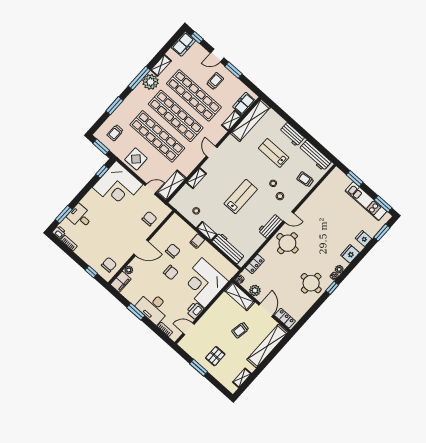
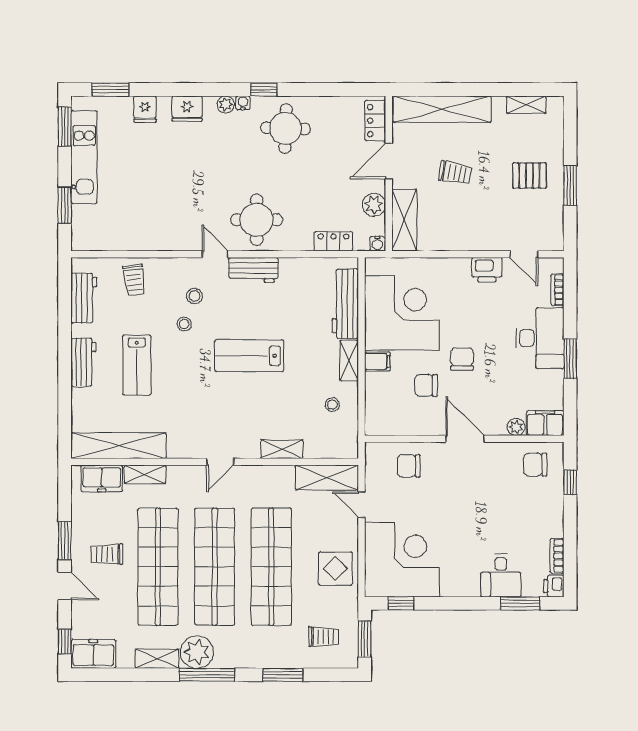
workbench: (315, 155) -> (84, 298), width x0.73
corner desk: (203, 283) -> (402, 313), moved, turned -90

